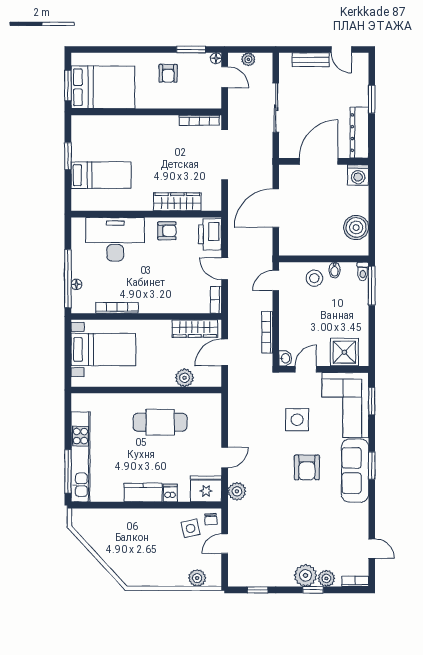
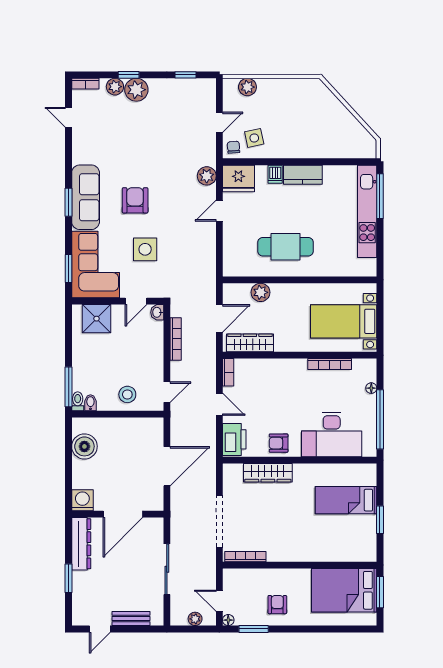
door: (341, 50) -> (100, 629), swing flipped
bidet: (335, 270) -> (90, 403), moved
window: (68, 279) -> (380, 419), moved

